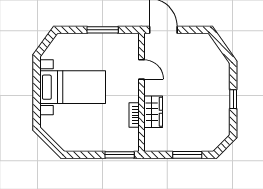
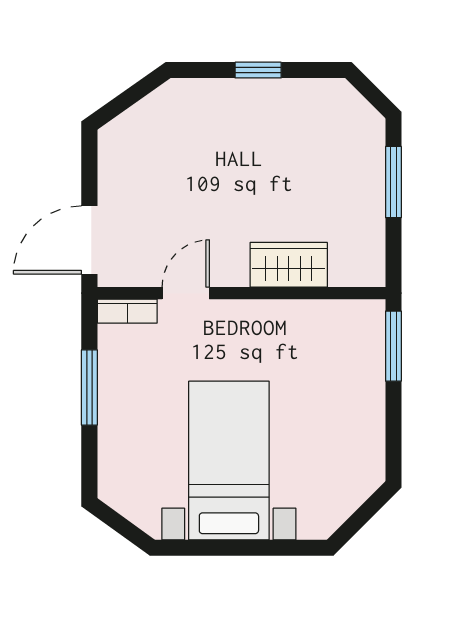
bookcase: (134, 115) -> (127, 311), moved

